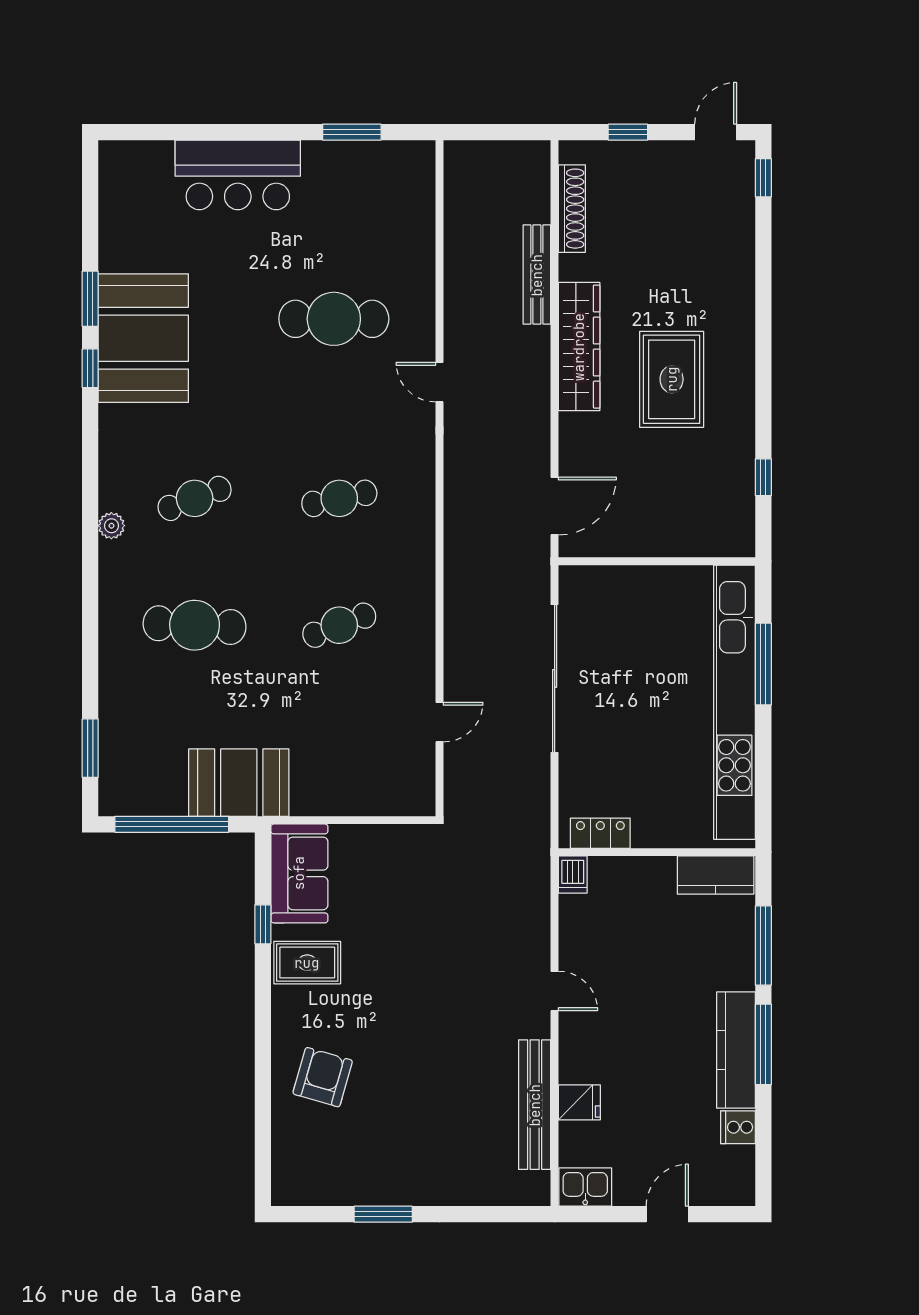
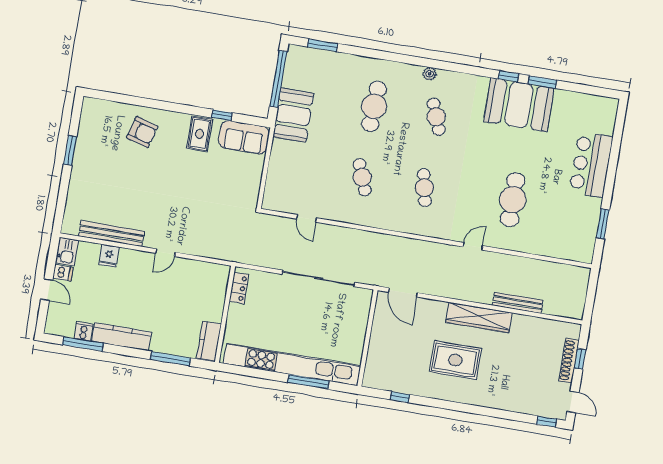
shoe rack: (572, 209) -> (569, 361), moved, turned 90
dishwasher: (573, 874) -> (63, 273), moved, turned 180
window: (763, 1044) -> (83, 344), moved

